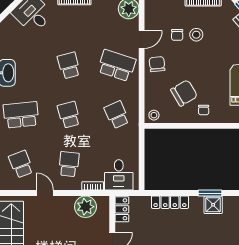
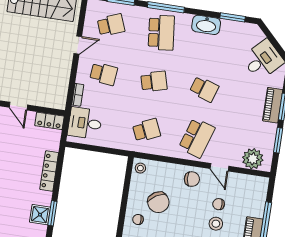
school desk: (69, 65) -> (204, 89), turned 33
plant: (86, 207) -> (58, 84), removed

